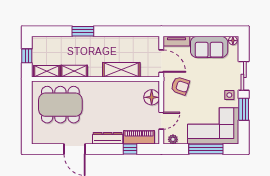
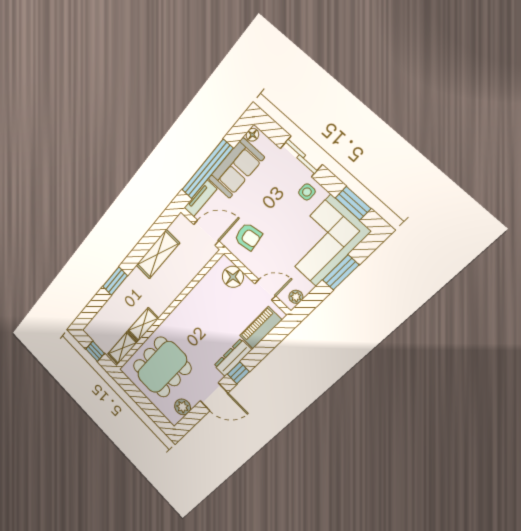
window: (195, 31) -> (207, 169), added
shelving: (121, 70) -> (158, 254), moved
armchair: (180, 86) -> (248, 237), turned 63
window: (244, 109) -> (353, 203), moved
door: (161, 121) -> (265, 290), hinge flipped
plant: (49, 138) -> (182, 407), added
window: (130, 149) -> (238, 373), moved
window: (206, 149) -> (341, 272), width x0.69

